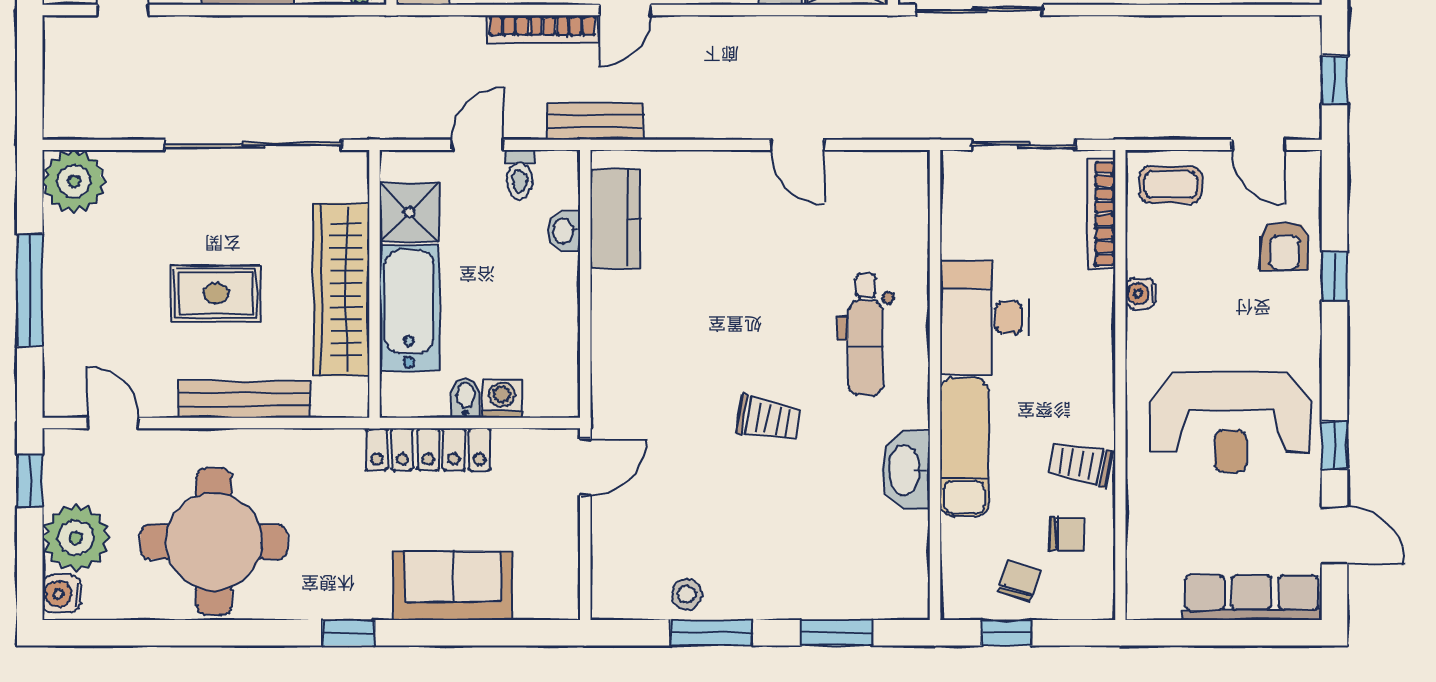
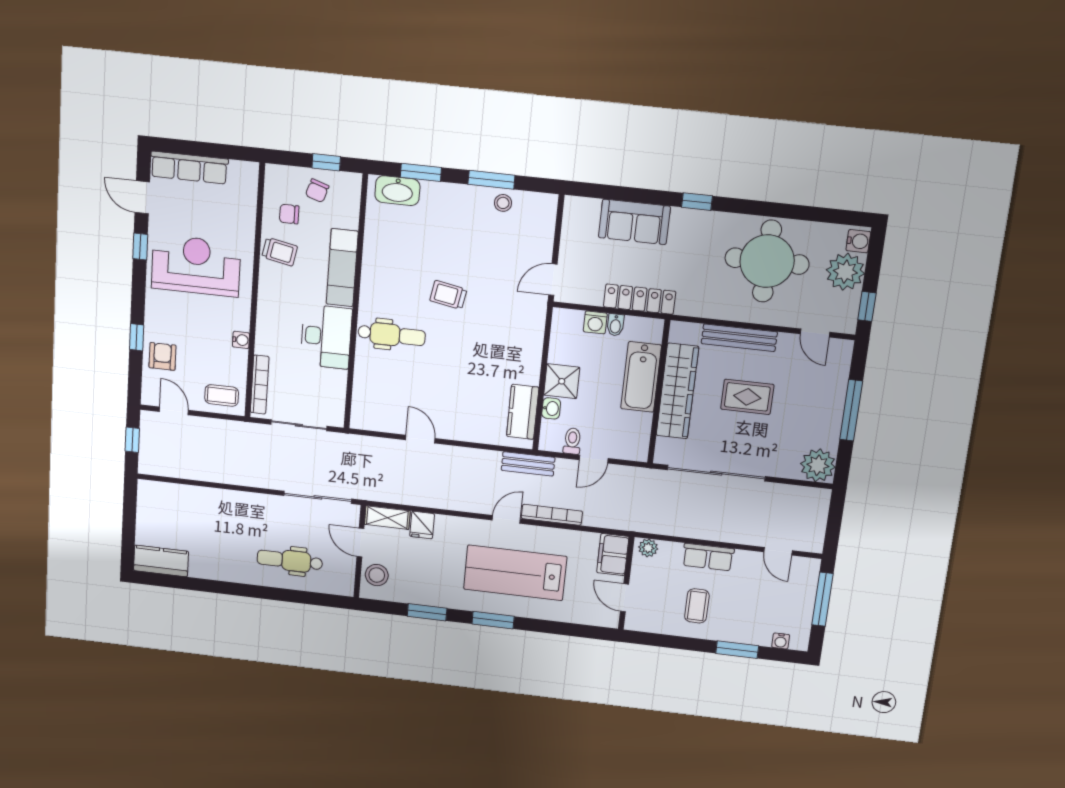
shower: (409, 212) -> (562, 381), moved
dental chair: (866, 334) -> (392, 335), turned 90
washbasin: (906, 470) -> (397, 191), moved, turned 90

